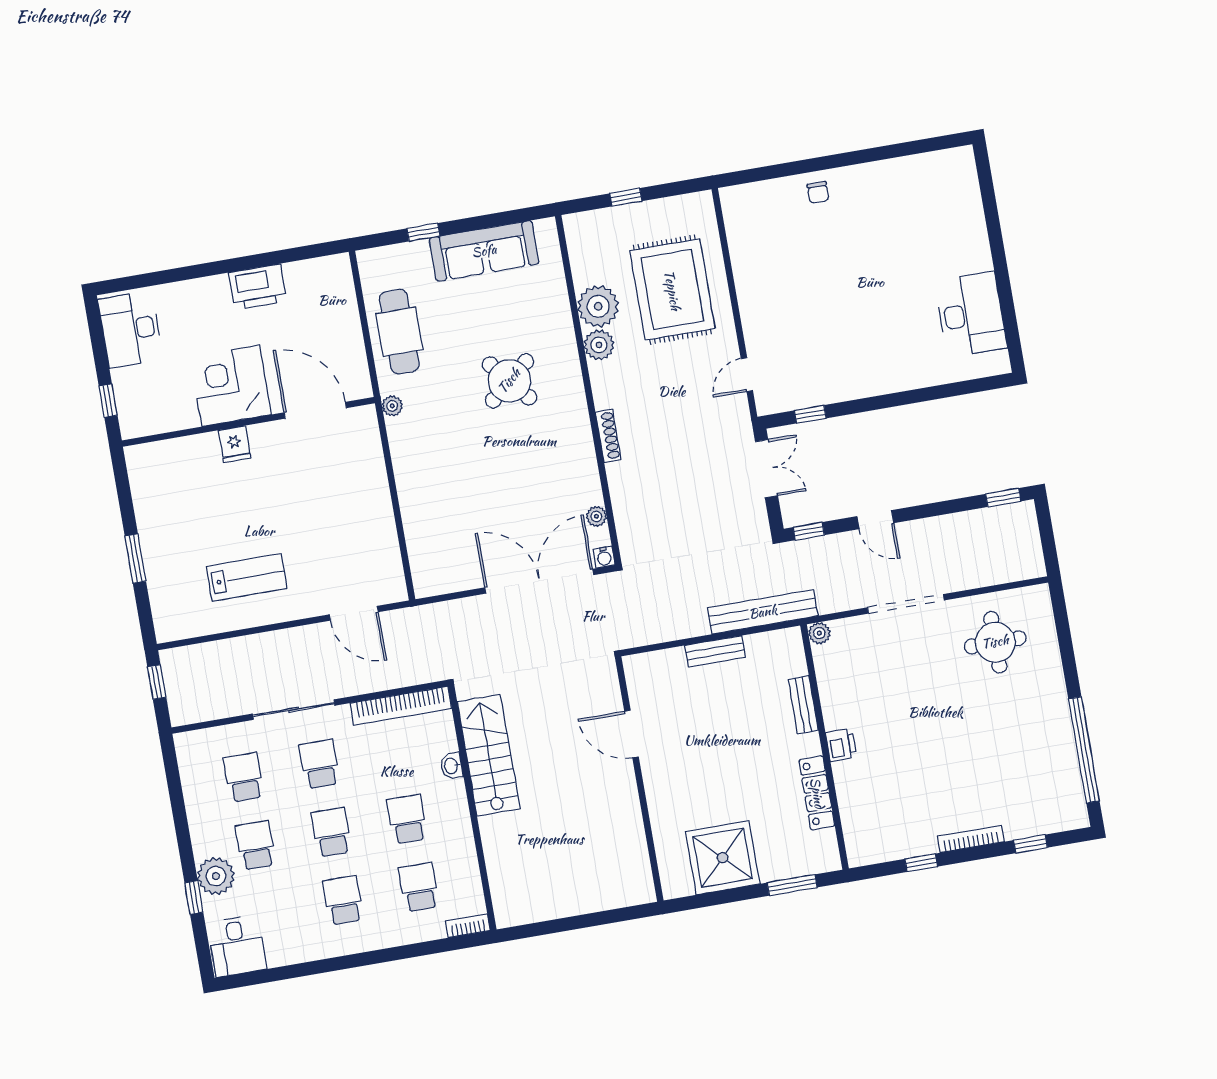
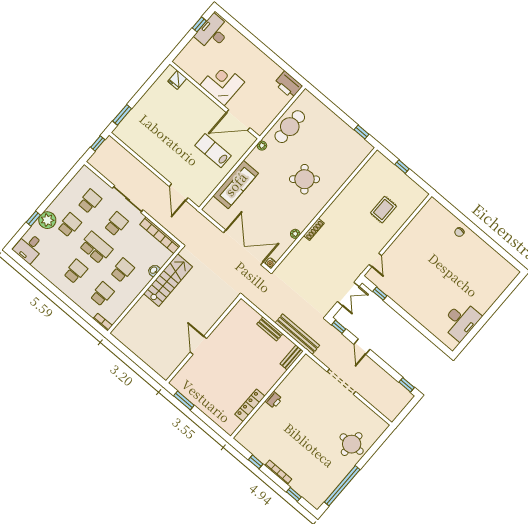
window: (423, 232) -> (362, 132), moved
sofa: (484, 251) -> (236, 184), moved, turned -90
printer: (258, 287) -> (288, 85), moved
rug: (672, 290) -> (383, 210), width x0.54, depth x0.49
plant: (598, 306) -> (356, 189), removed
plant: (599, 345) -> (343, 200), removed
door: (747, 375) -> (375, 260), swing flipped
window: (108, 401) -> (199, 24), moved
door: (315, 410) -> (238, 120), swing flipped
fridge: (234, 444) -> (177, 80), moved
plant: (596, 516) -> (295, 234), moved
window: (135, 559) -> (122, 115), moved
lab bench: (247, 577) -> (213, 151), moved, turned 180
plant: (819, 633) -> (306, 360), removed
round table: (995, 642) -> (352, 444), moved
bench: (803, 705) -> (292, 358), moved
door: (631, 734) -> (198, 345), moved
school desk: (331, 832) -> (96, 248), width x1.85
shower: (723, 858) -> (200, 391), removed
window: (792, 885) -> (184, 400), moved

